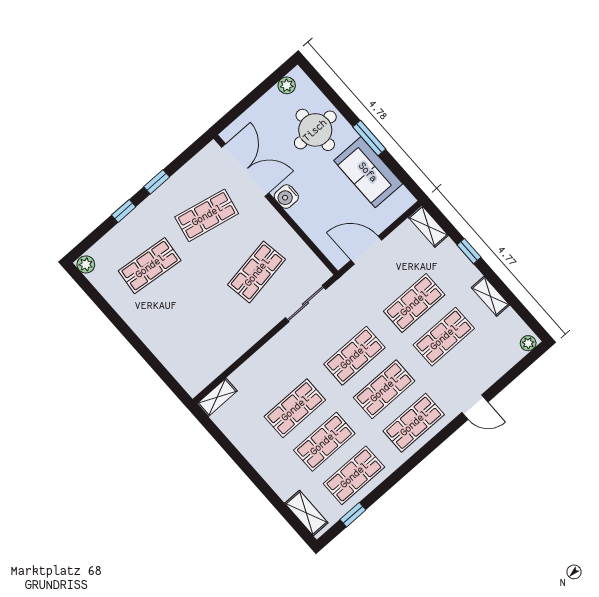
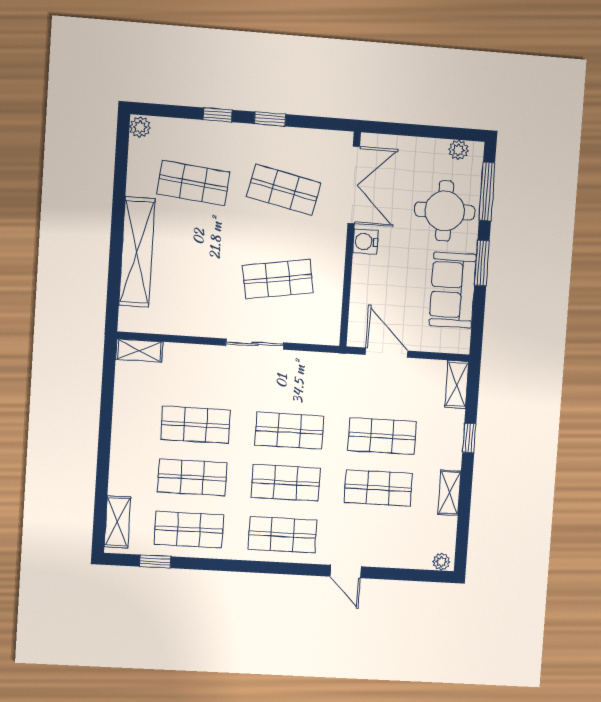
window: (329, 92) -> (487, 192), added
sliding door: (305, 304) -> (255, 344), moved
shelving: (157, 340) -> (137, 252), added

